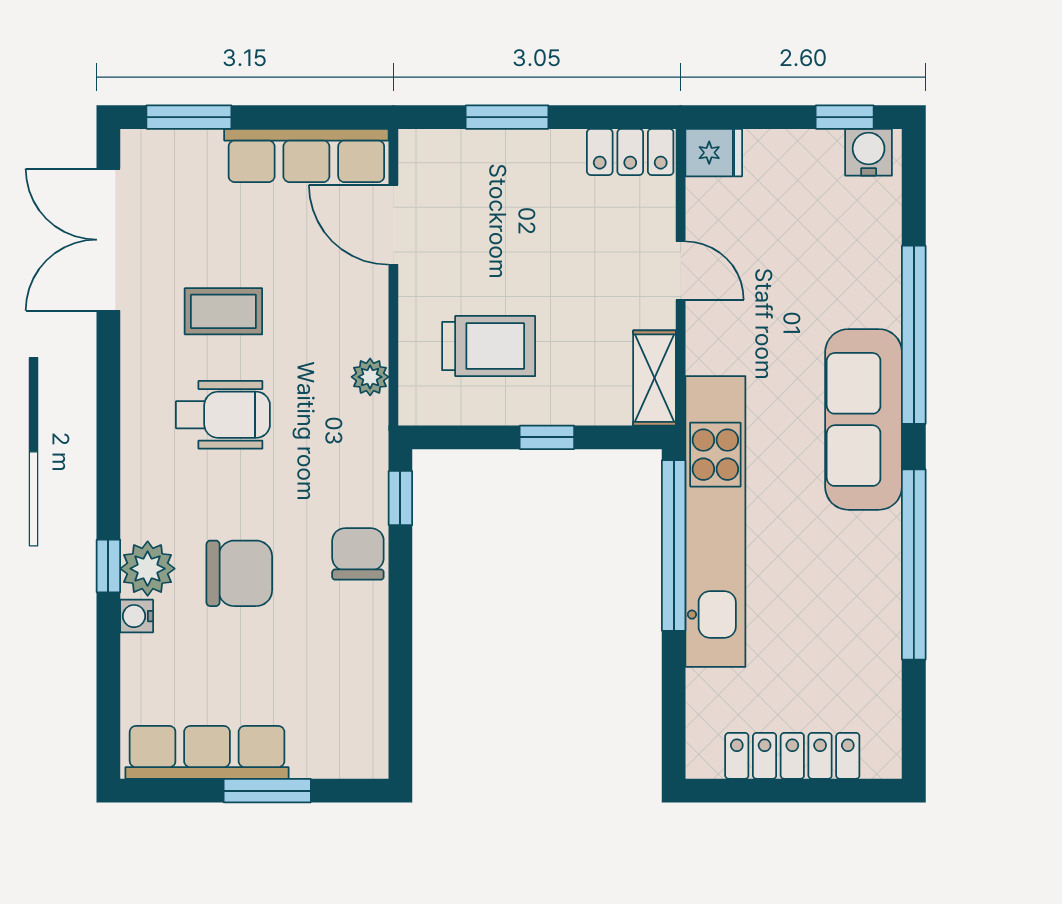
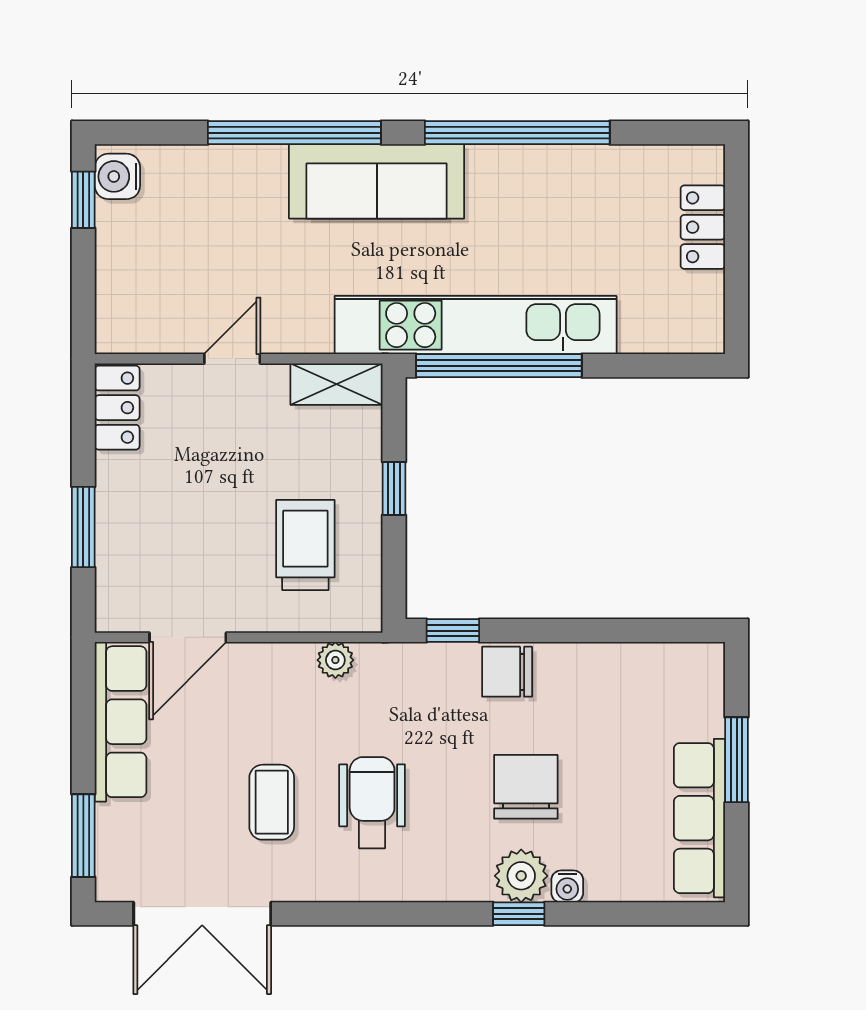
fridge: (714, 153) -> (118, 327), removed
locker: (792, 756) -> (703, 227), width x0.66

